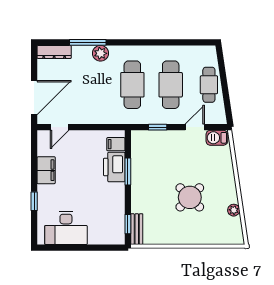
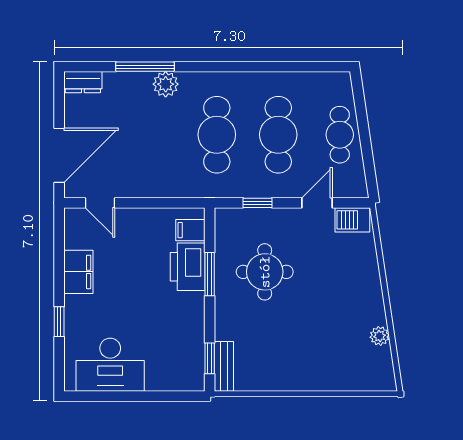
dresser: (54, 52) -> (83, 82), width x0.70
door: (60, 127) -> (100, 203), hinge flipped
round table: (190, 197) -> (265, 272), moved, turned 45

